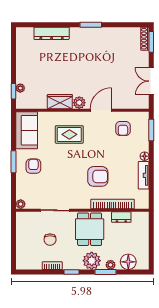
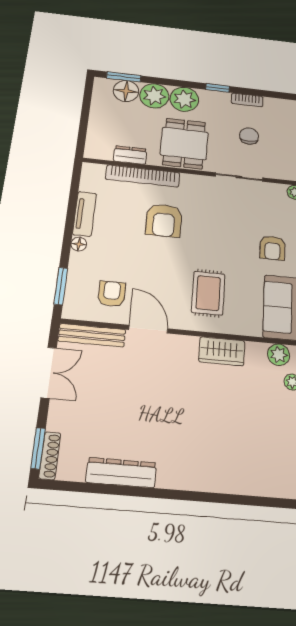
window: (91, 25) -> (153, 493), removed
dresser: (52, 33) -> (121, 473), moved
plant: (79, 103) -> (279, 355), moved
bench: (131, 104) -> (92, 335), added
door: (101, 110) -> (148, 329), swing flipped
rug: (69, 134) -> (208, 293), turned 90
armchair: (98, 176) -> (164, 220), turned -90
plant: (111, 265) -> (154, 96), width x1.88, depth x1.88
window: (105, 272) -> (124, 77), moved

